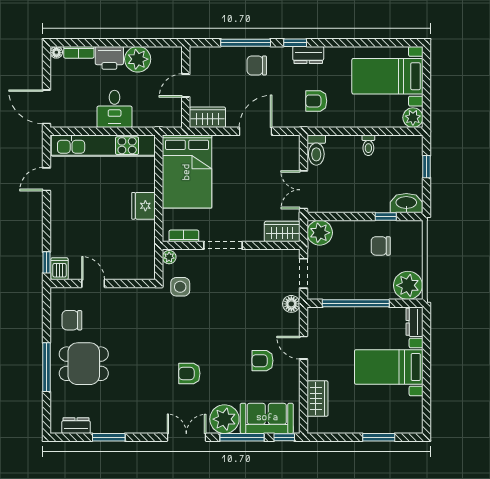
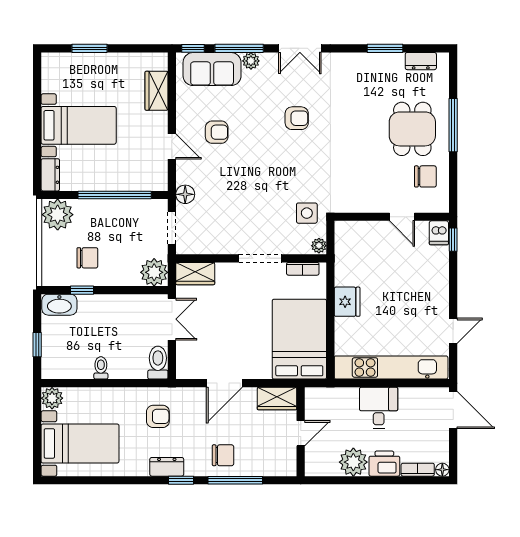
dining table: (84, 364) -> (412, 129), turned 90
plant: (224, 419) -> (251, 61), width x0.53, depth x0.53

